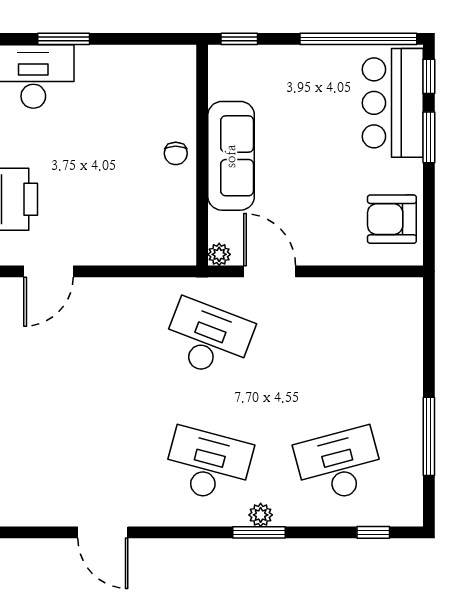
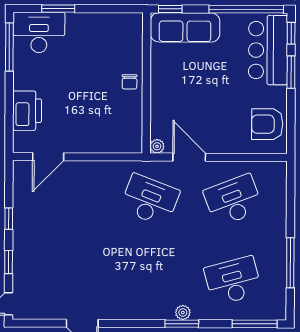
sofa: (231, 156) -> (185, 27), moved, turned 90
desk: (208, 465) -> (233, 200), moved, turned -36
window: (373, 532) -> (255, 324), width x2.17

